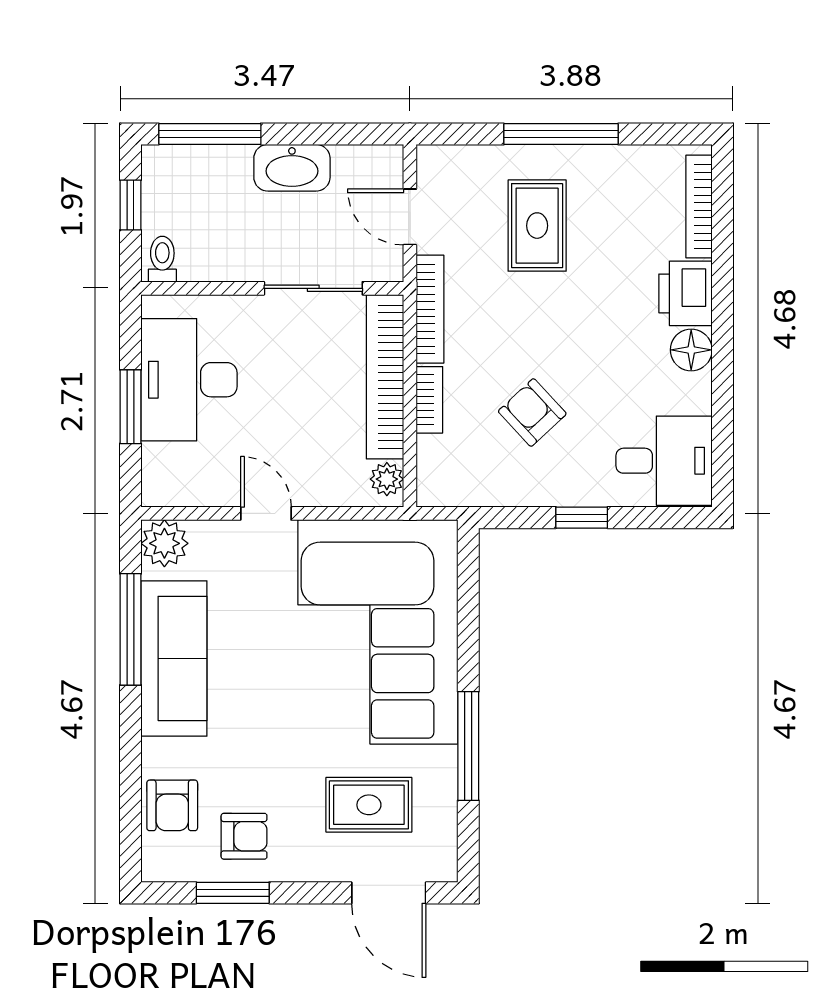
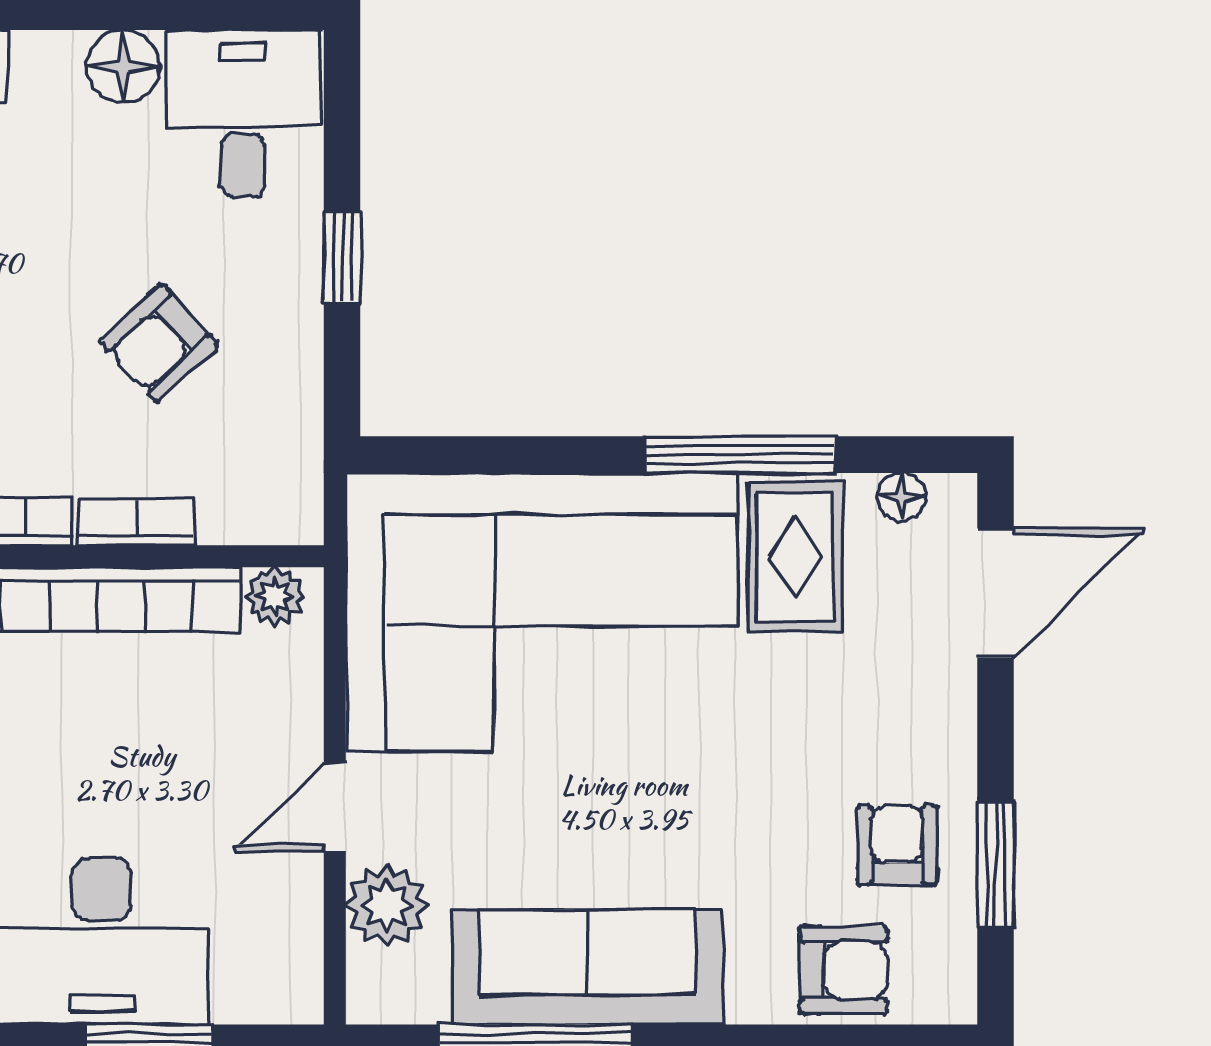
floor lamp: (691, 350) -> (123, 66), moved
plant: (164, 543) -> (387, 906), moved
rug: (369, 805) -> (795, 557), moved
floor lamp: (444, 839) -> (902, 497), added

